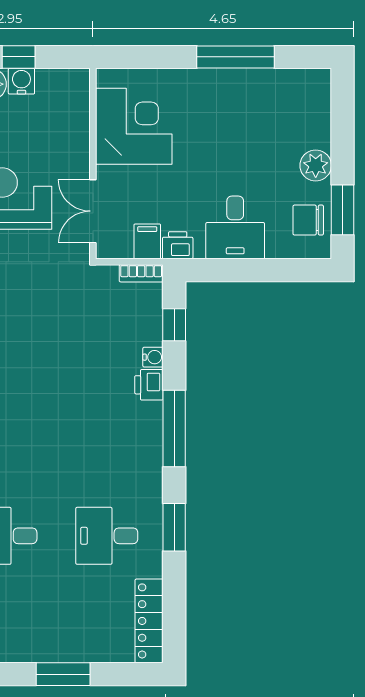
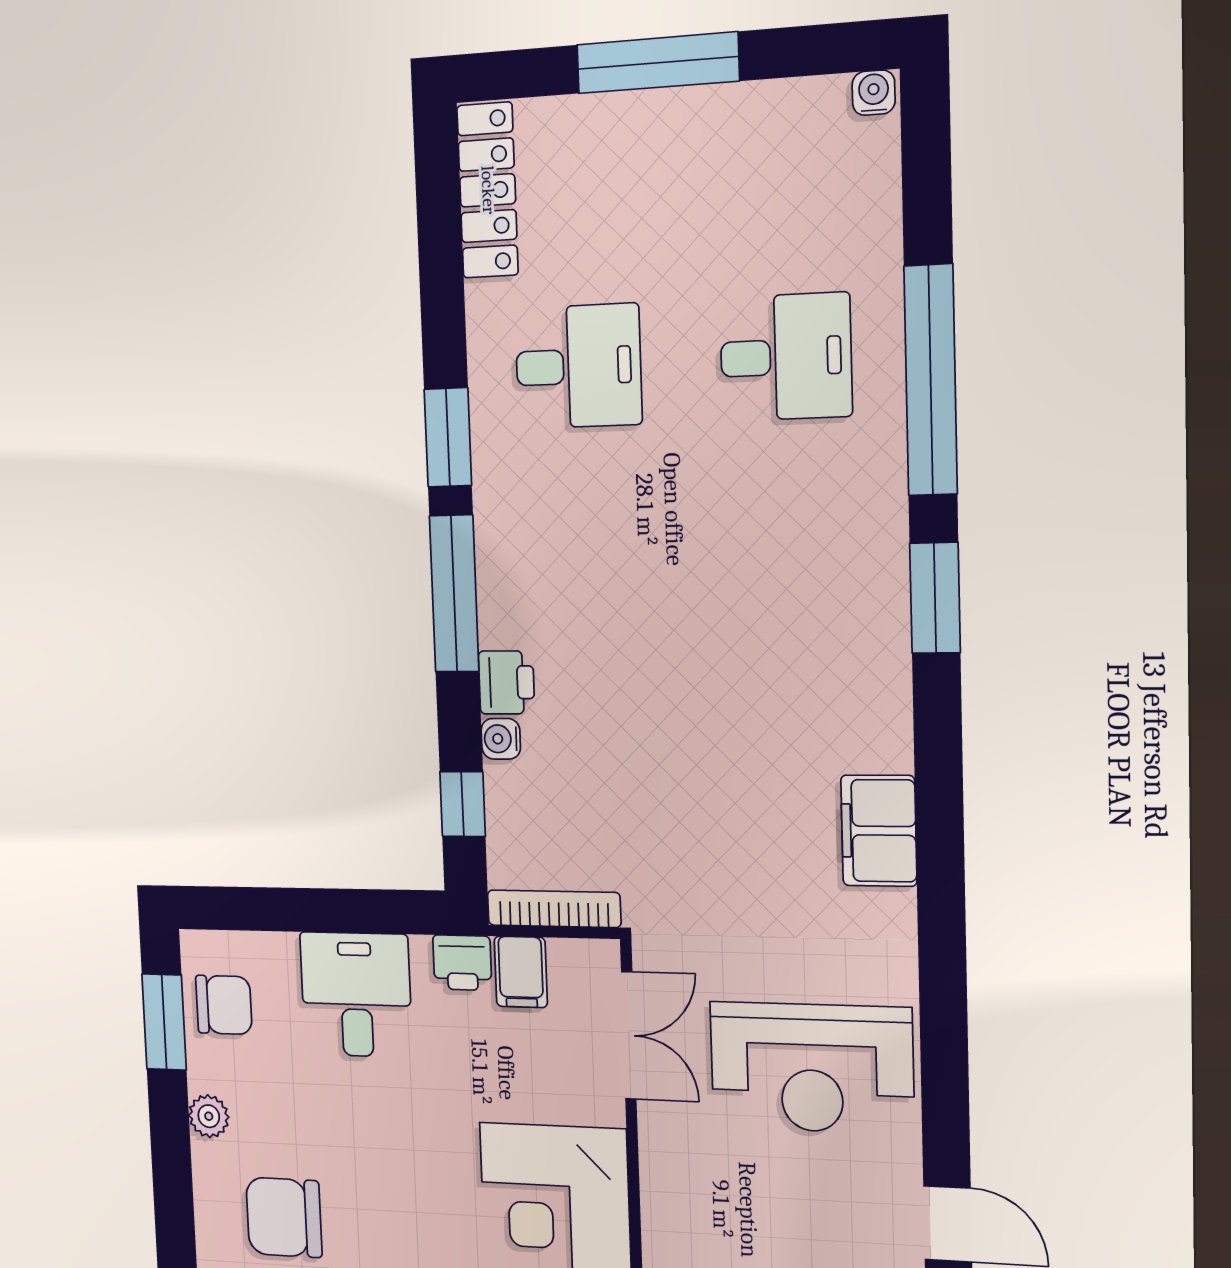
chair: (281, 110) -> (284, 1217), added
plant: (316, 165) -> (209, 1116), width x0.73, depth x0.73
bookcase: (141, 273) -> (554, 909), width x1.56
window: (174, 527) -> (448, 437), moved
window: (63, 674) -> (658, 63), width x1.44

